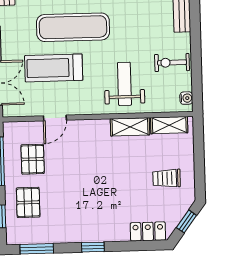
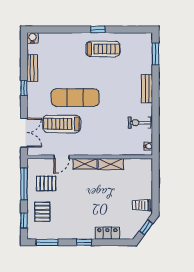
weight bench: (124, 84) -> (108, 136), removed
shelving: (169, 125) -> (85, 164), moved
pallet: (33, 159) -> (46, 183), turned 90
trolley: (167, 178) -> (141, 205), moved
locker: (148, 231) -> (107, 233), moved

